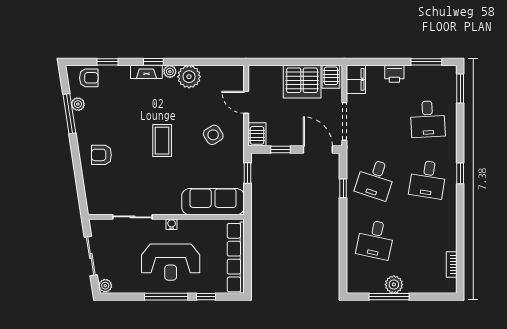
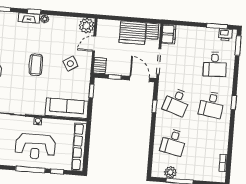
printer: (394, 74) -> (226, 35), moved
plant: (189, 77) -> (87, 26), moved
door: (246, 102) -> (94, 44), hinge flipped
plant: (394, 285) -> (170, 172), moved

